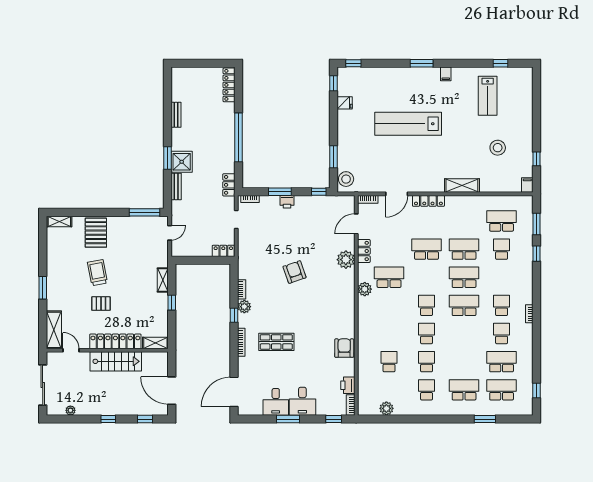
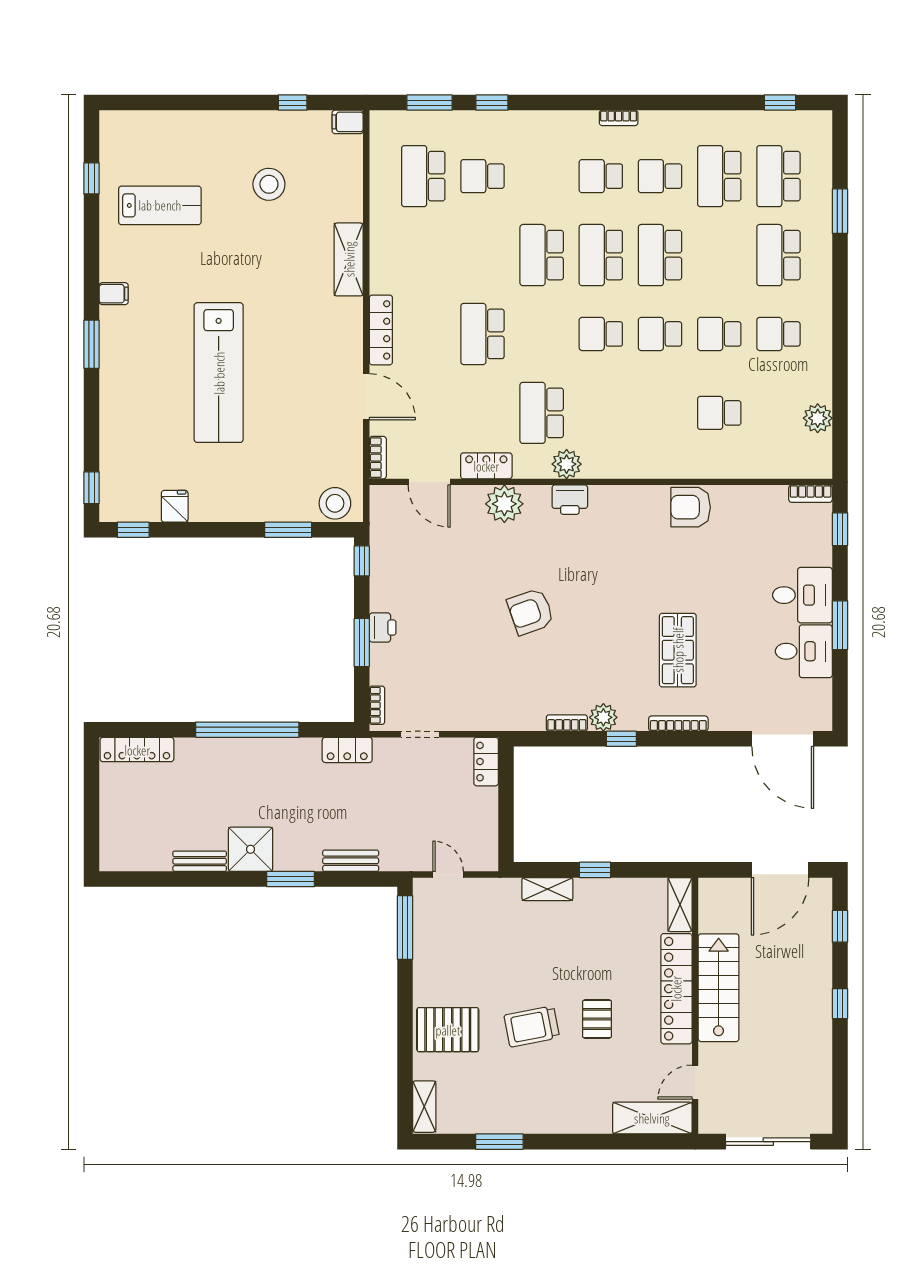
shower: (182, 162) -> (251, 849), moved
school desk: (464, 249) -> (660, 255), moved
window: (43, 288) -> (499, 1142), moved
printer: (348, 385) -> (570, 500), moved
plant: (70, 410) -> (822, 1083), removed

